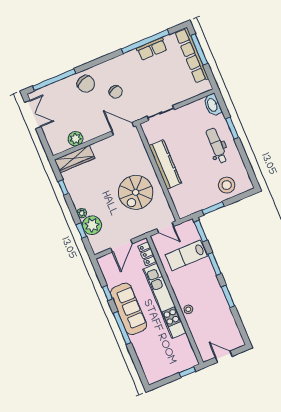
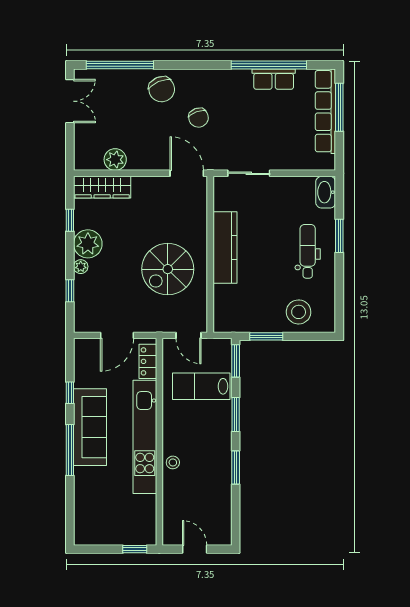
plant: (92, 225) -> (88, 244), moved

